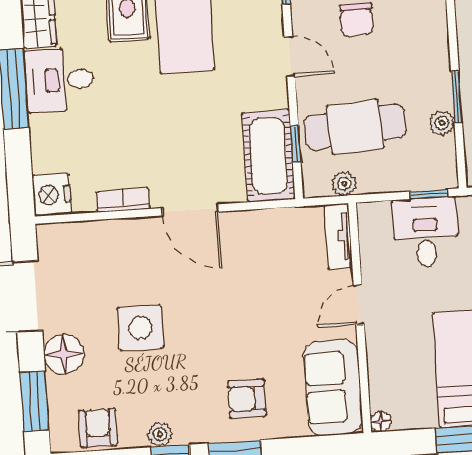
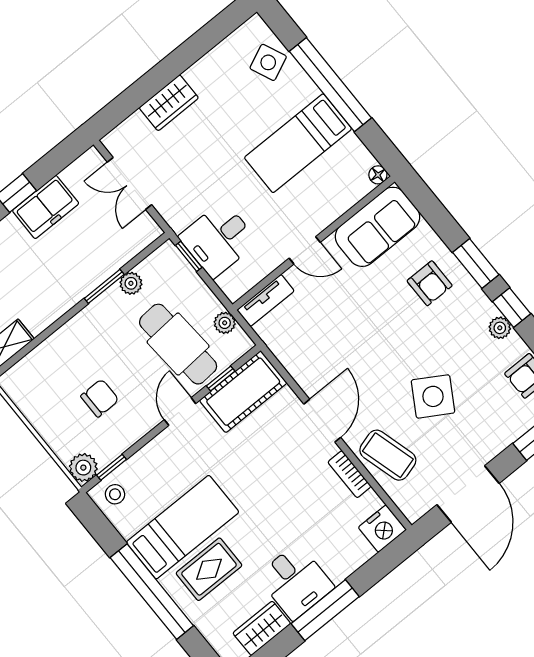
door: (290, 56) -> (180, 412), moved
coffee table: (116, 248) -> (388, 455), added
side table: (140, 328) -> (433, 396), turned 31
floor lamp: (64, 354) -> (491, 438), removed

